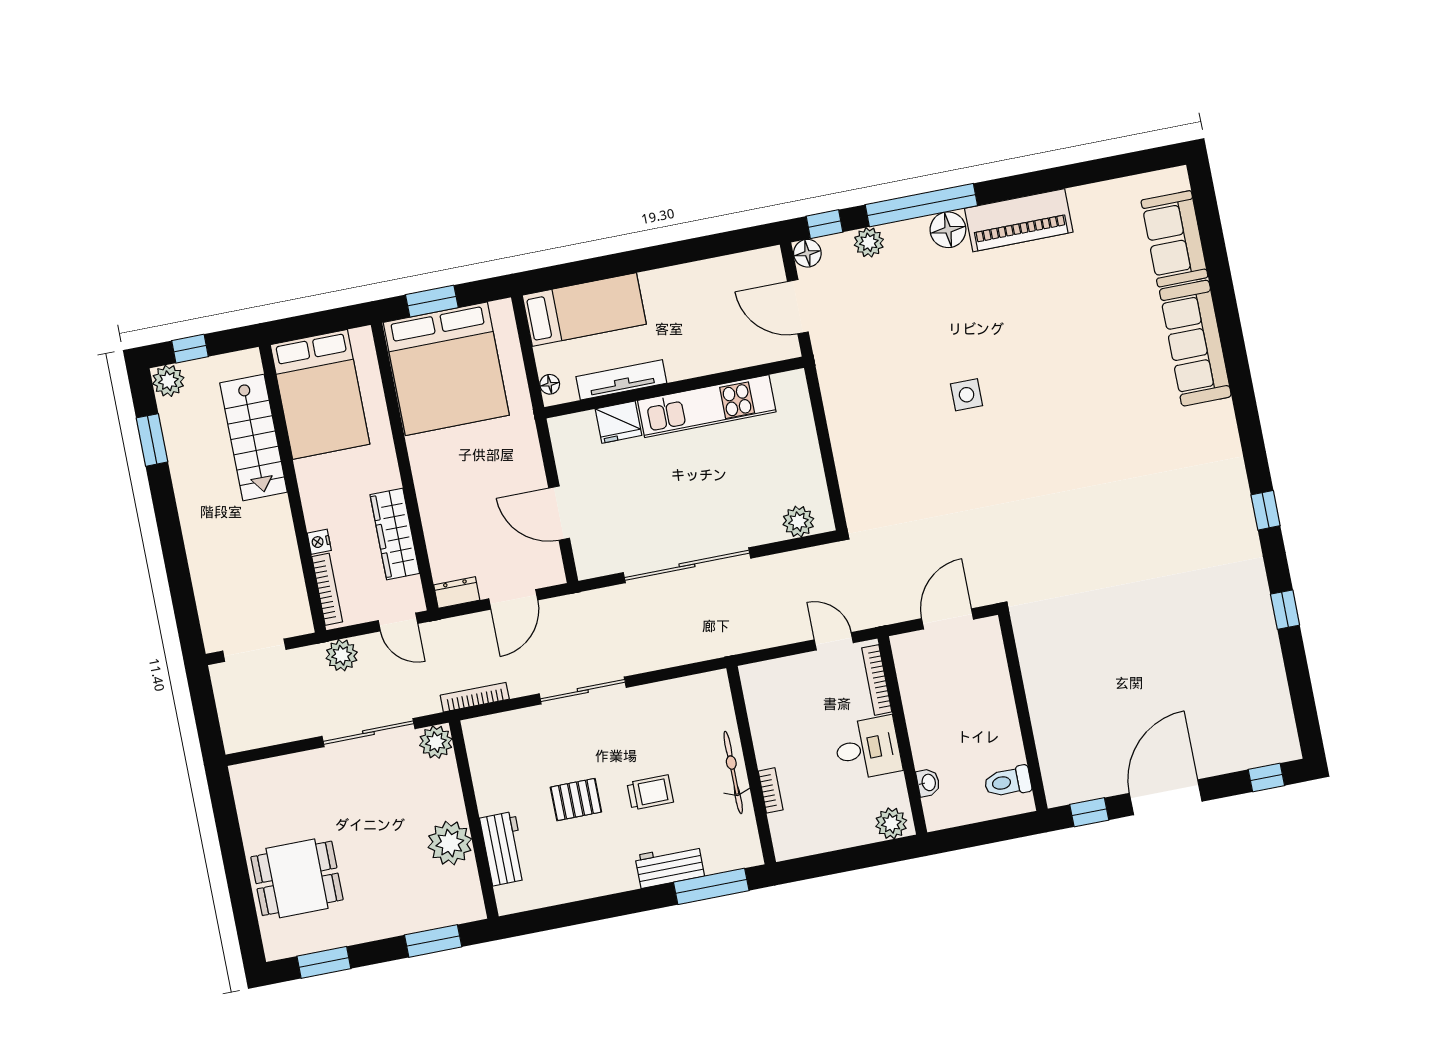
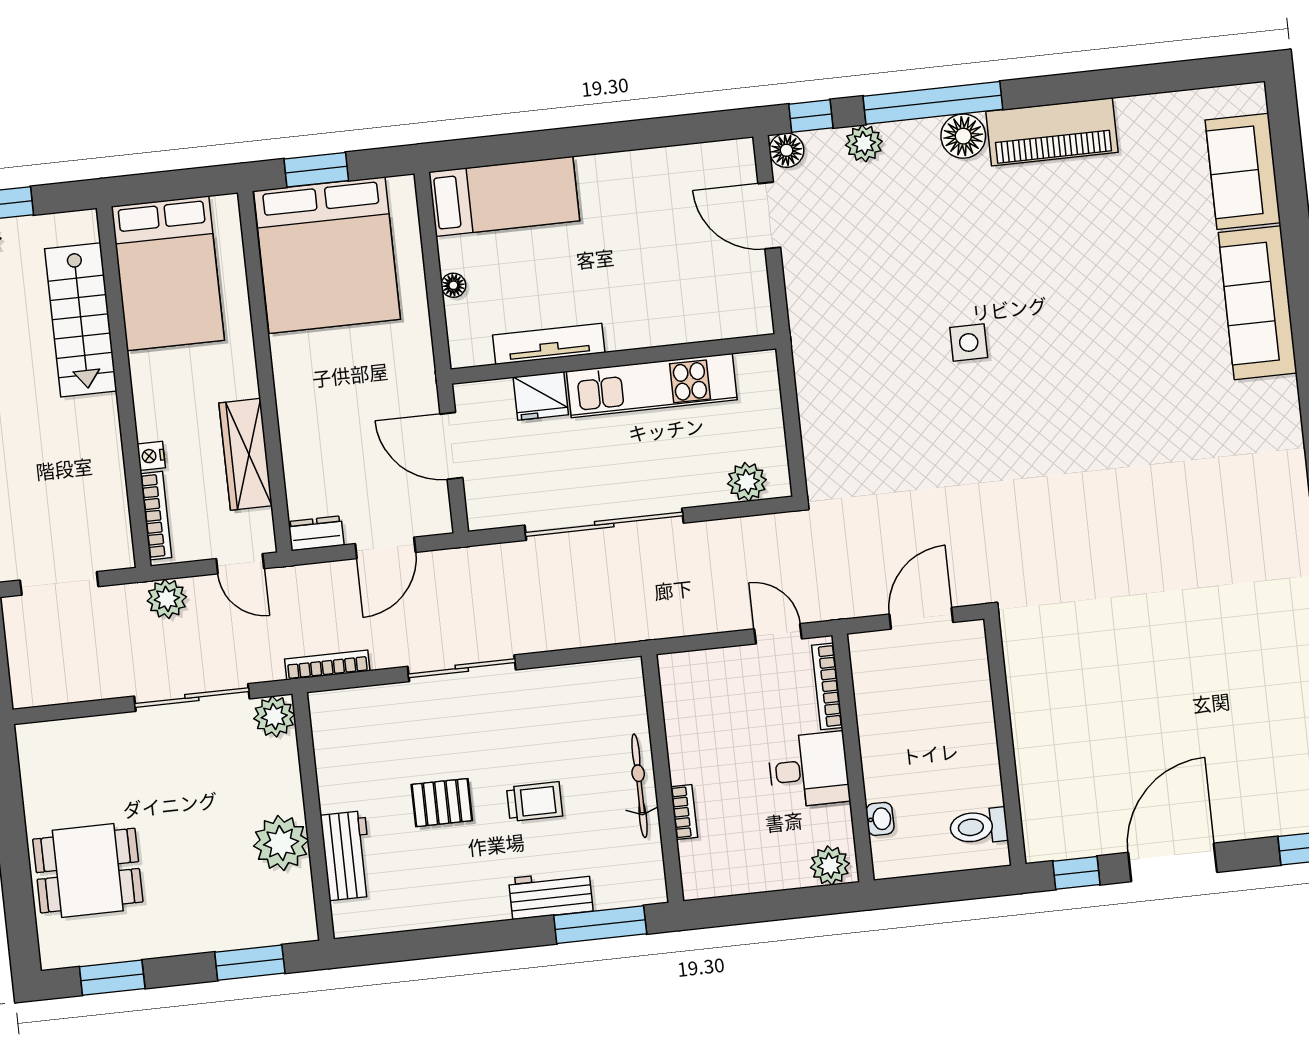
tv unit: (621, 380) -> (549, 344), moved
wall: (674, 387) -> (613, 359), moved
kitchen unit: (707, 406) -> (652, 386), moved
fridge: (618, 422) -> (541, 396), moved

